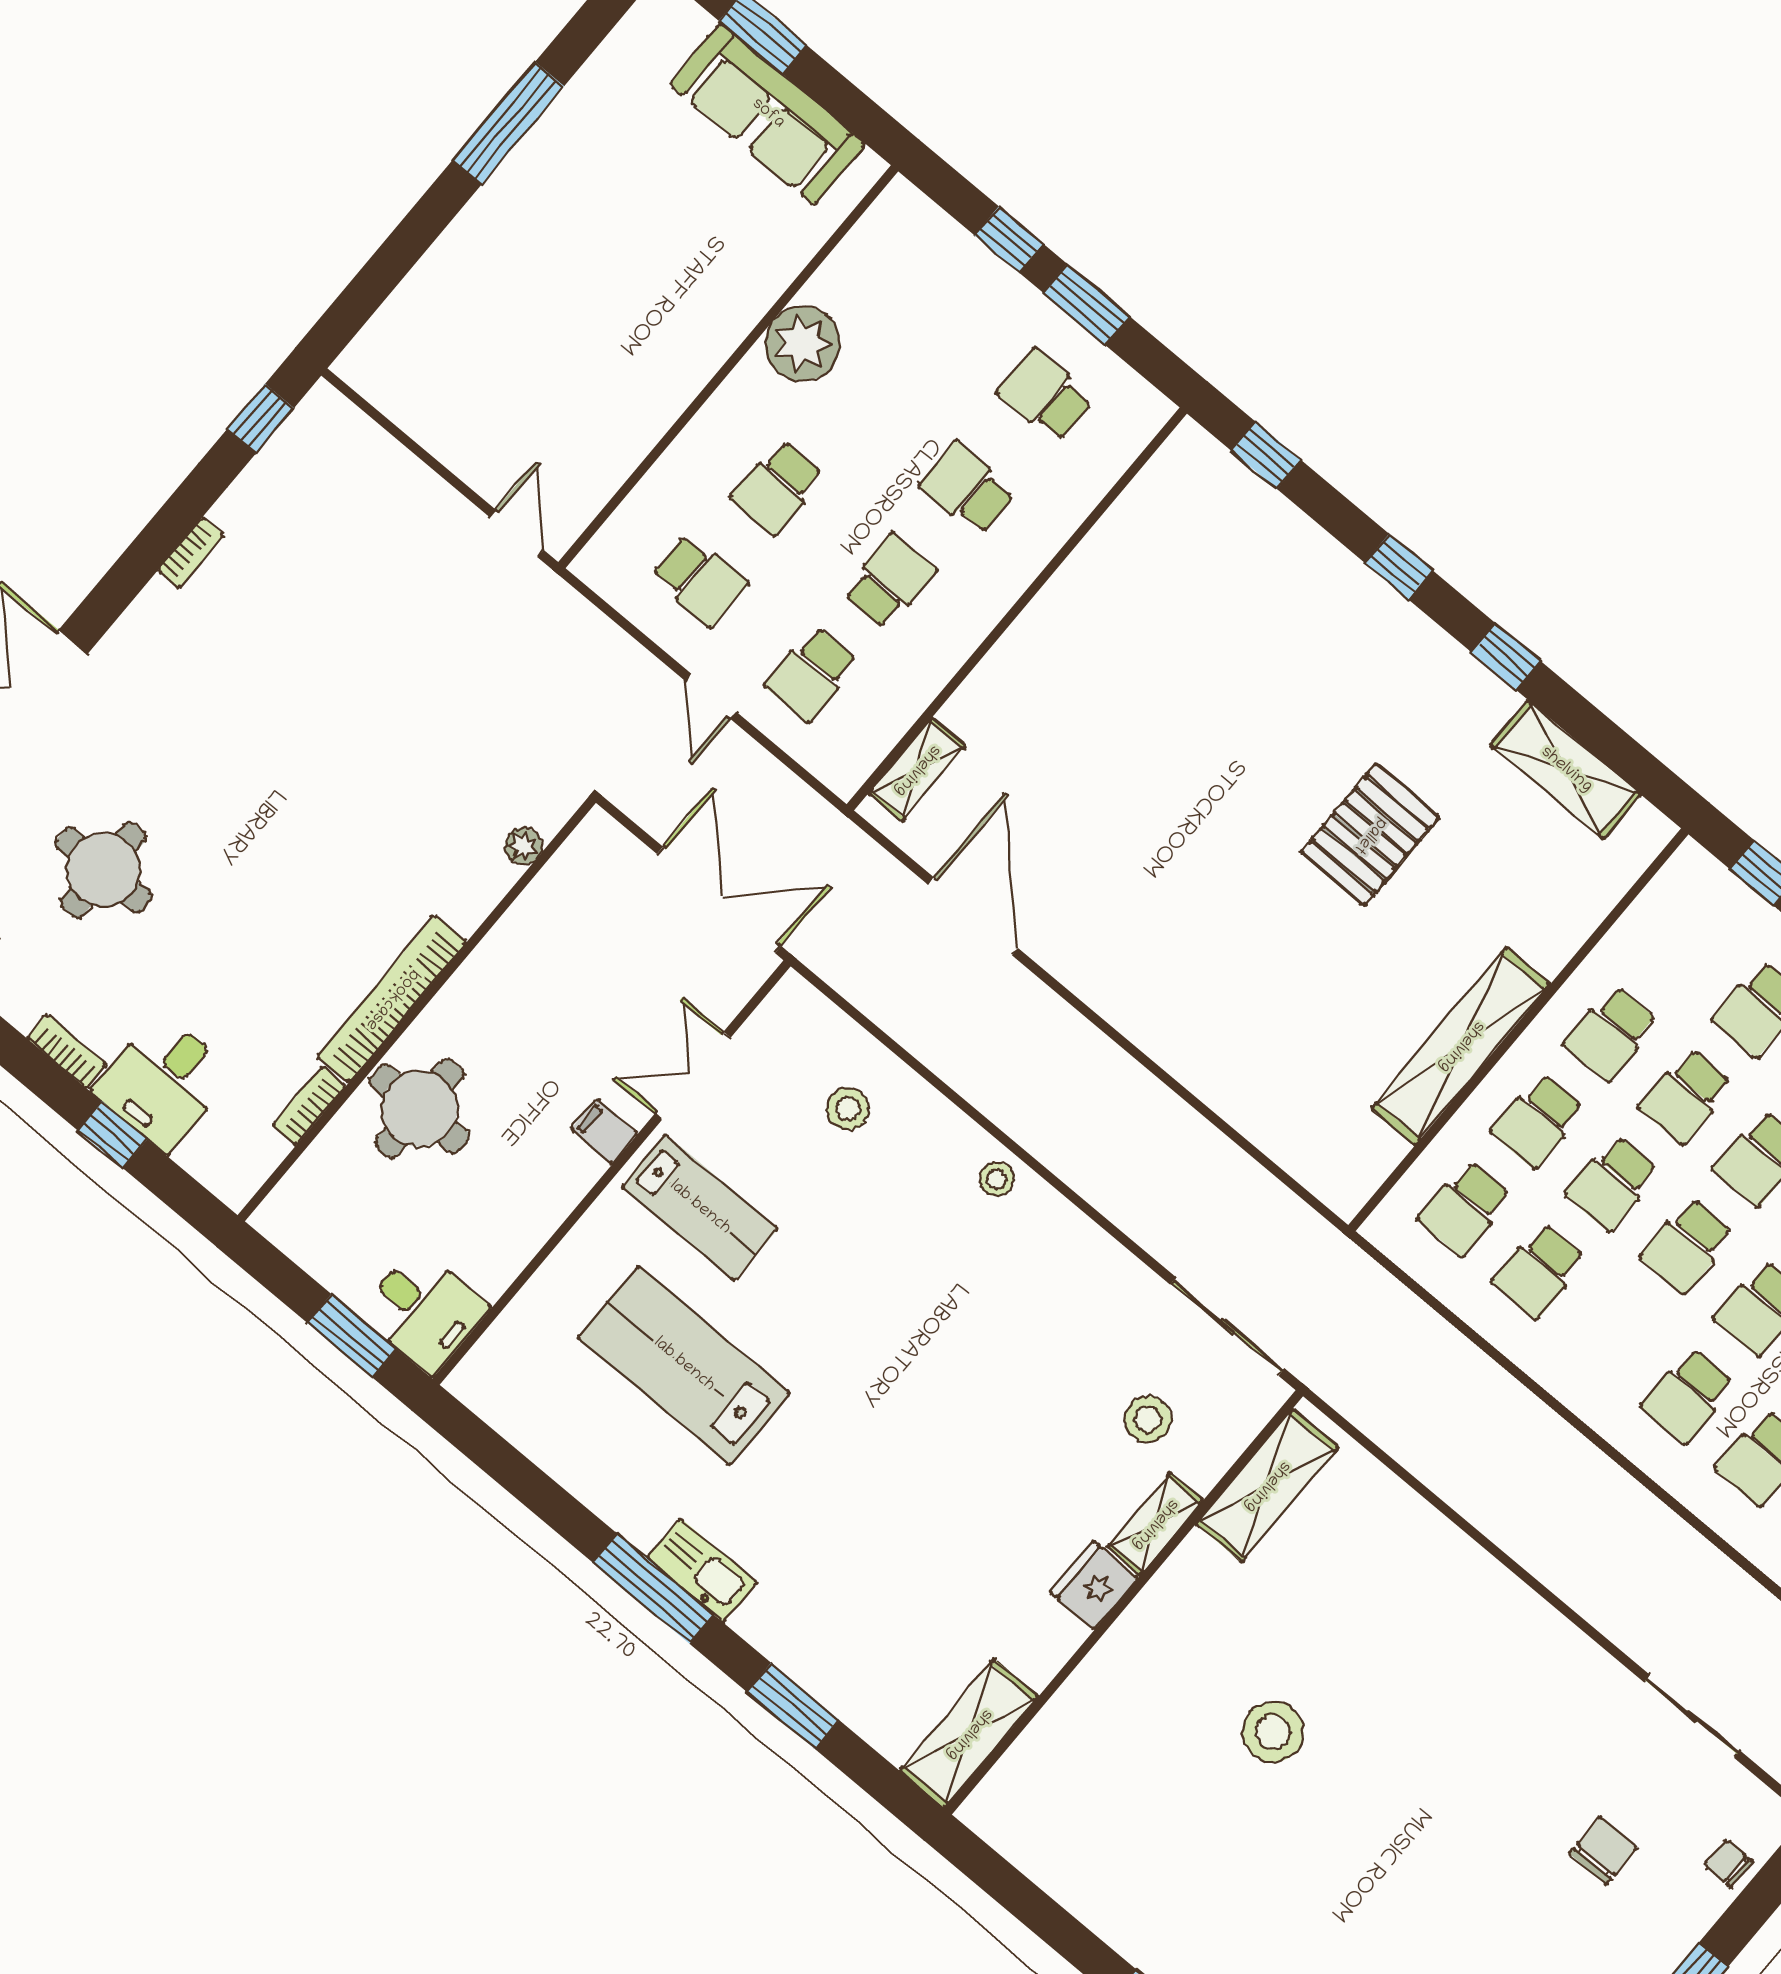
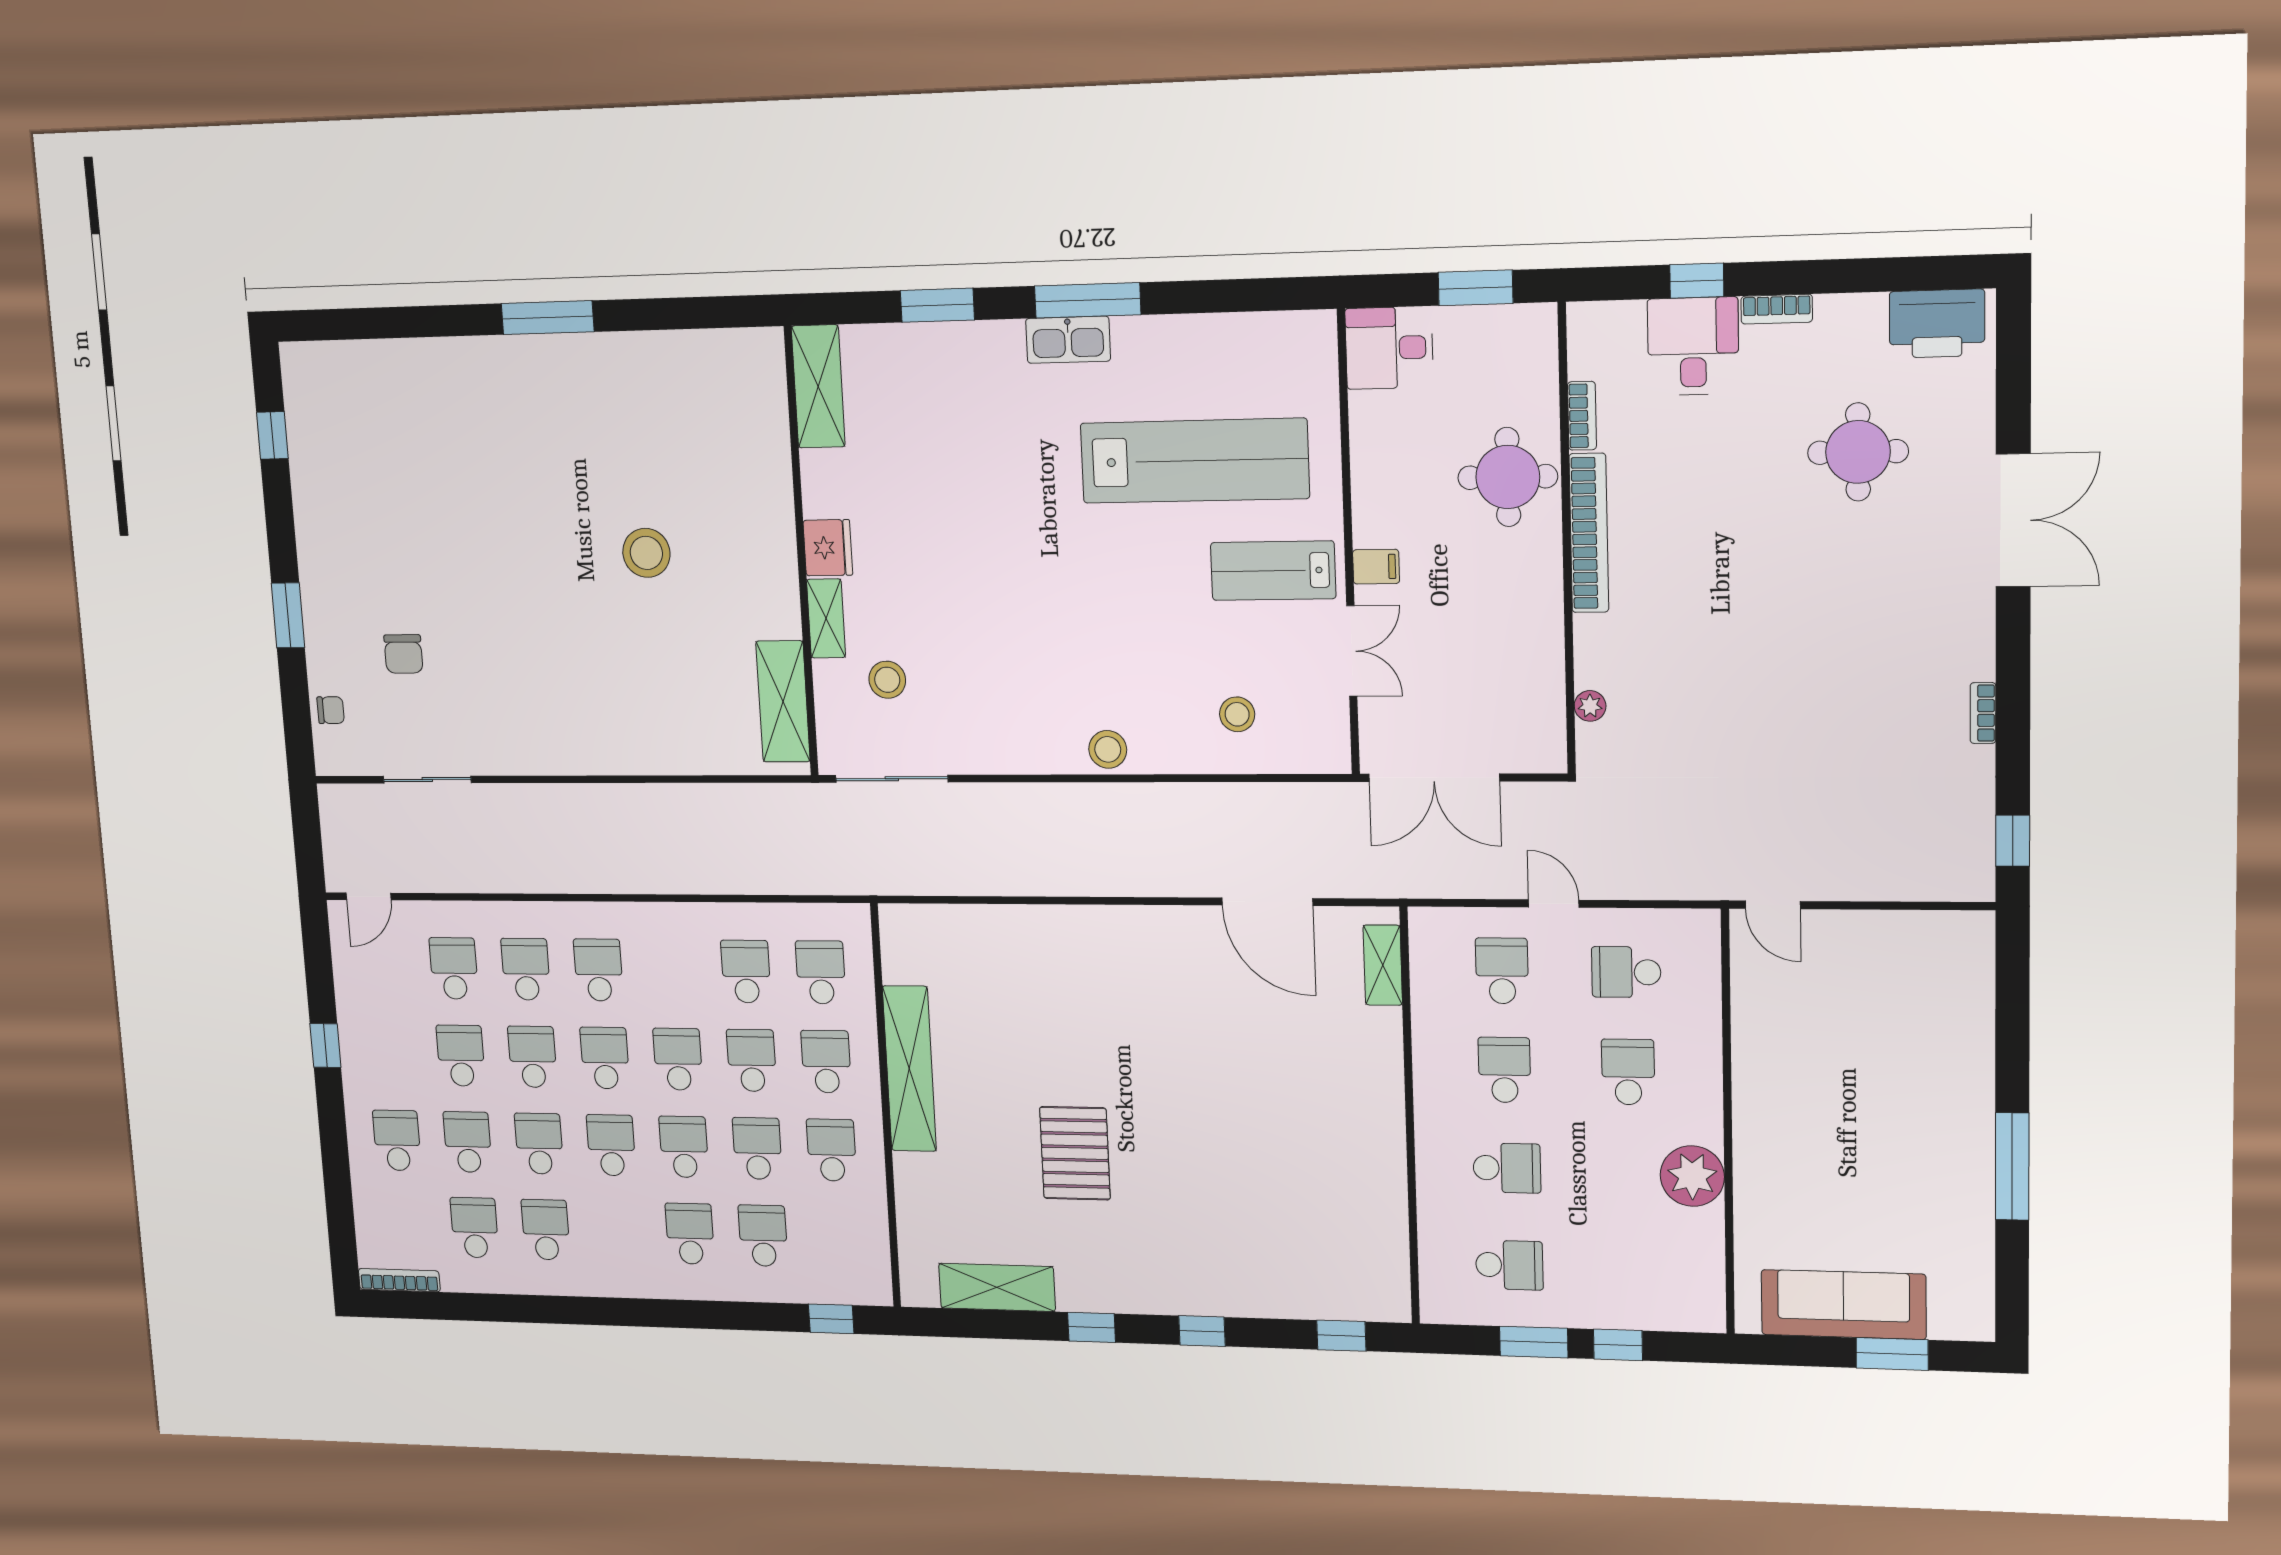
school desk: (890, 581) -> (1504, 1070), turned 180
stool: (997, 1179) -> (1108, 749), width x1.37, depth x1.37
window: (352, 1336) -> (1476, 288), moved
lab bench: (684, 1365) -> (1194, 461), width x1.36

